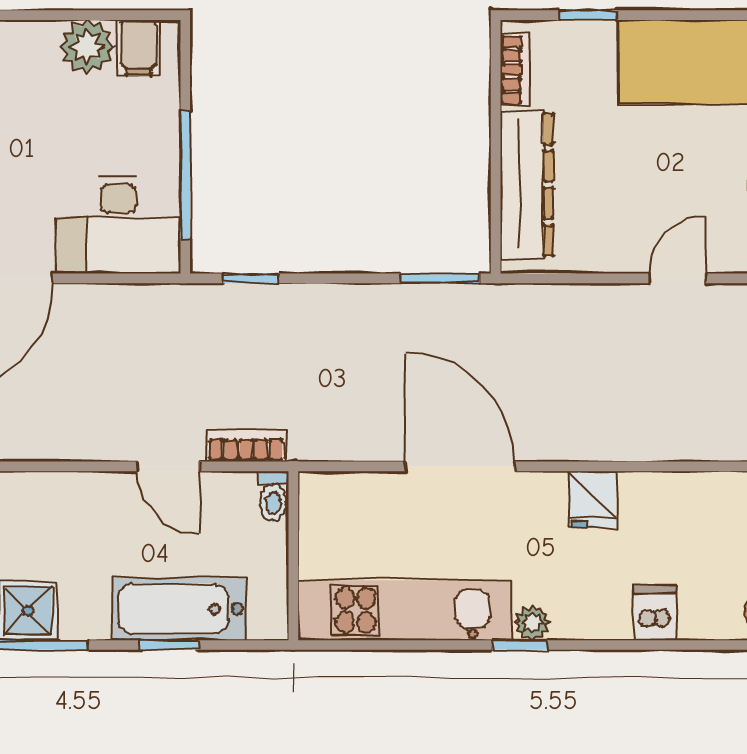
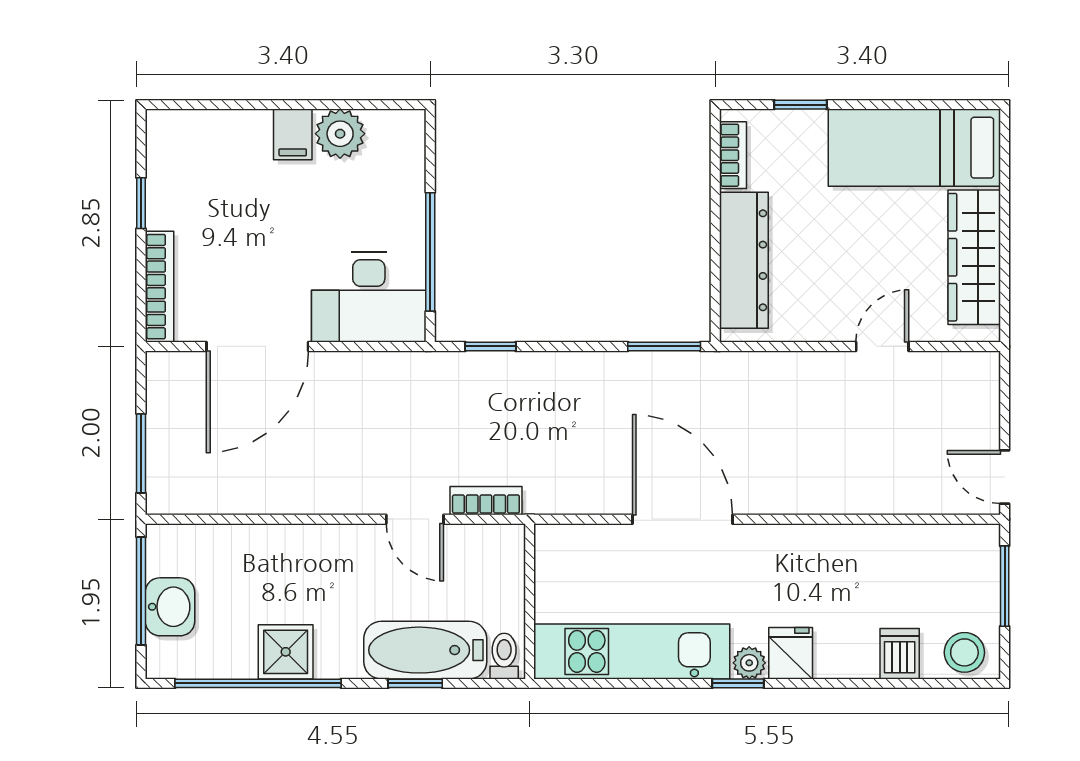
filing cabinet: (139, 48) -> (293, 134), moved
toilet: (273, 496) -> (504, 656), moved, turned 180
fridge: (592, 499) -> (791, 653), moved, turned 180
dishwasher: (655, 613) -> (900, 654), moved

